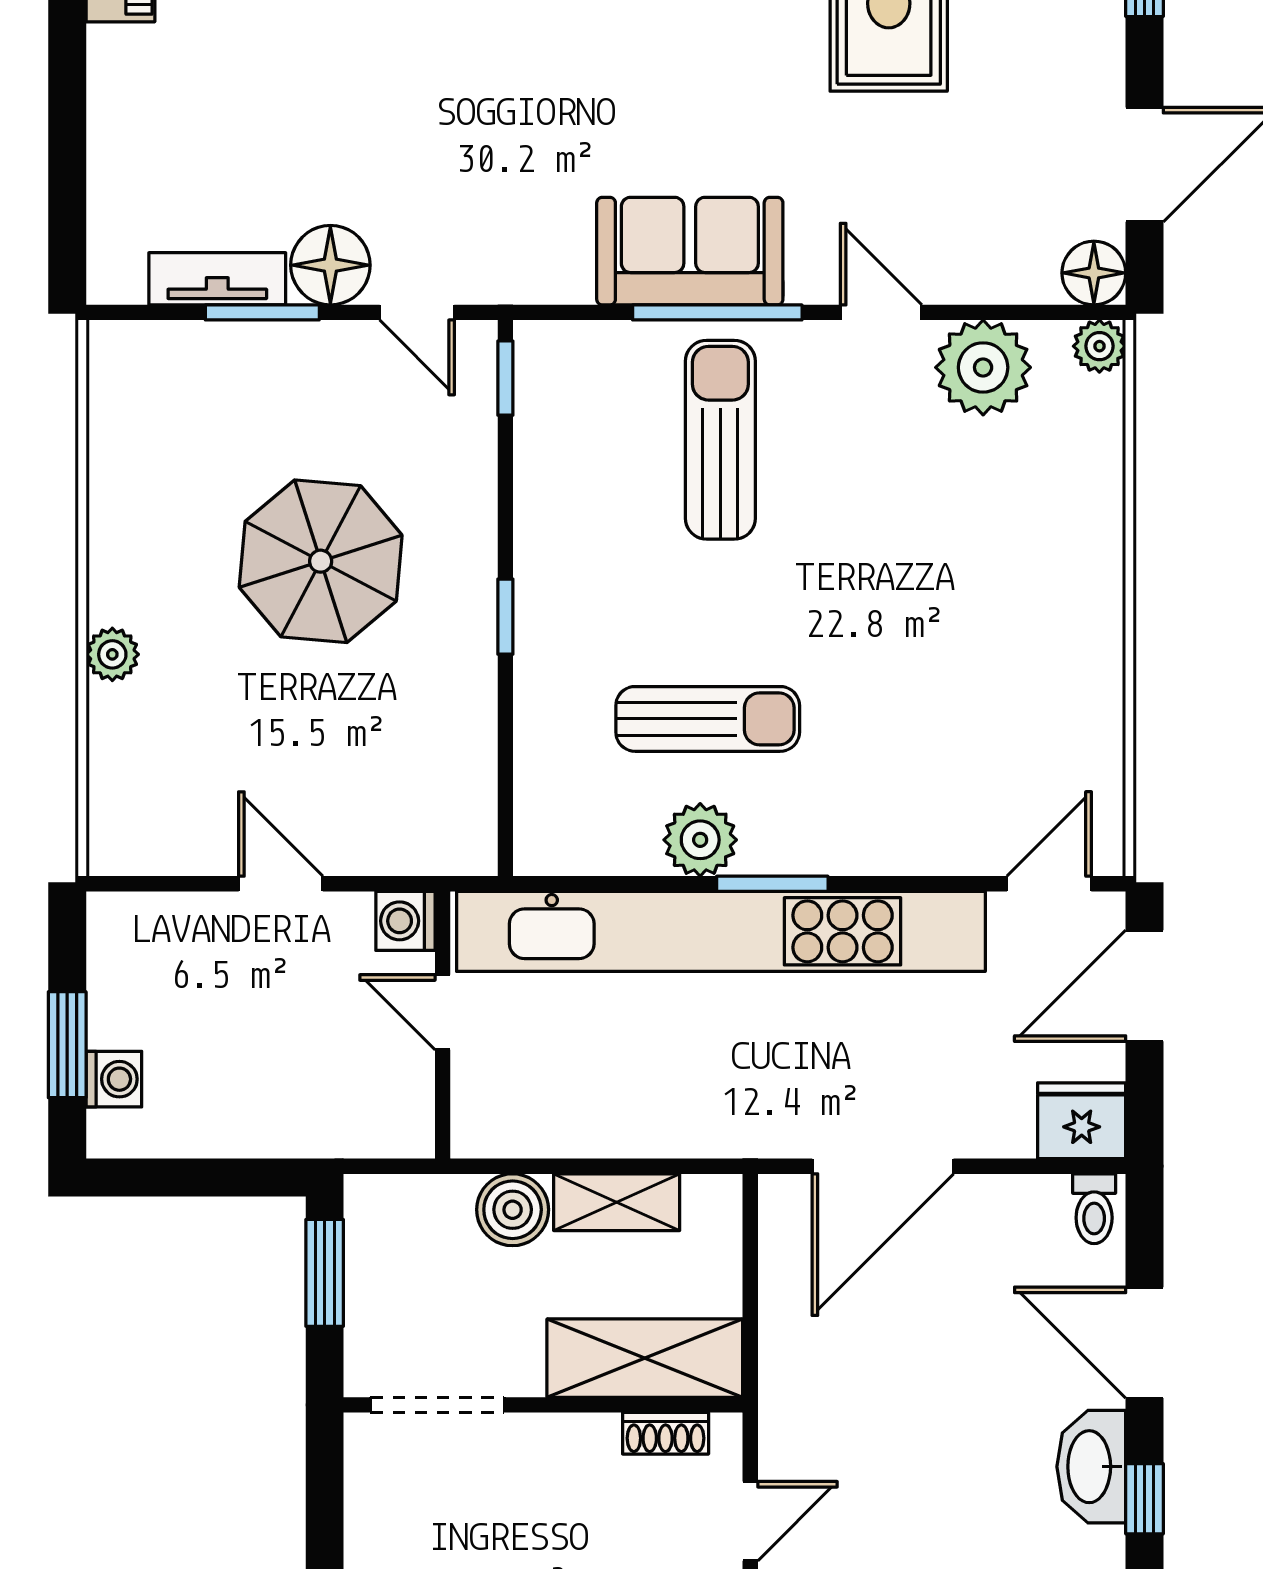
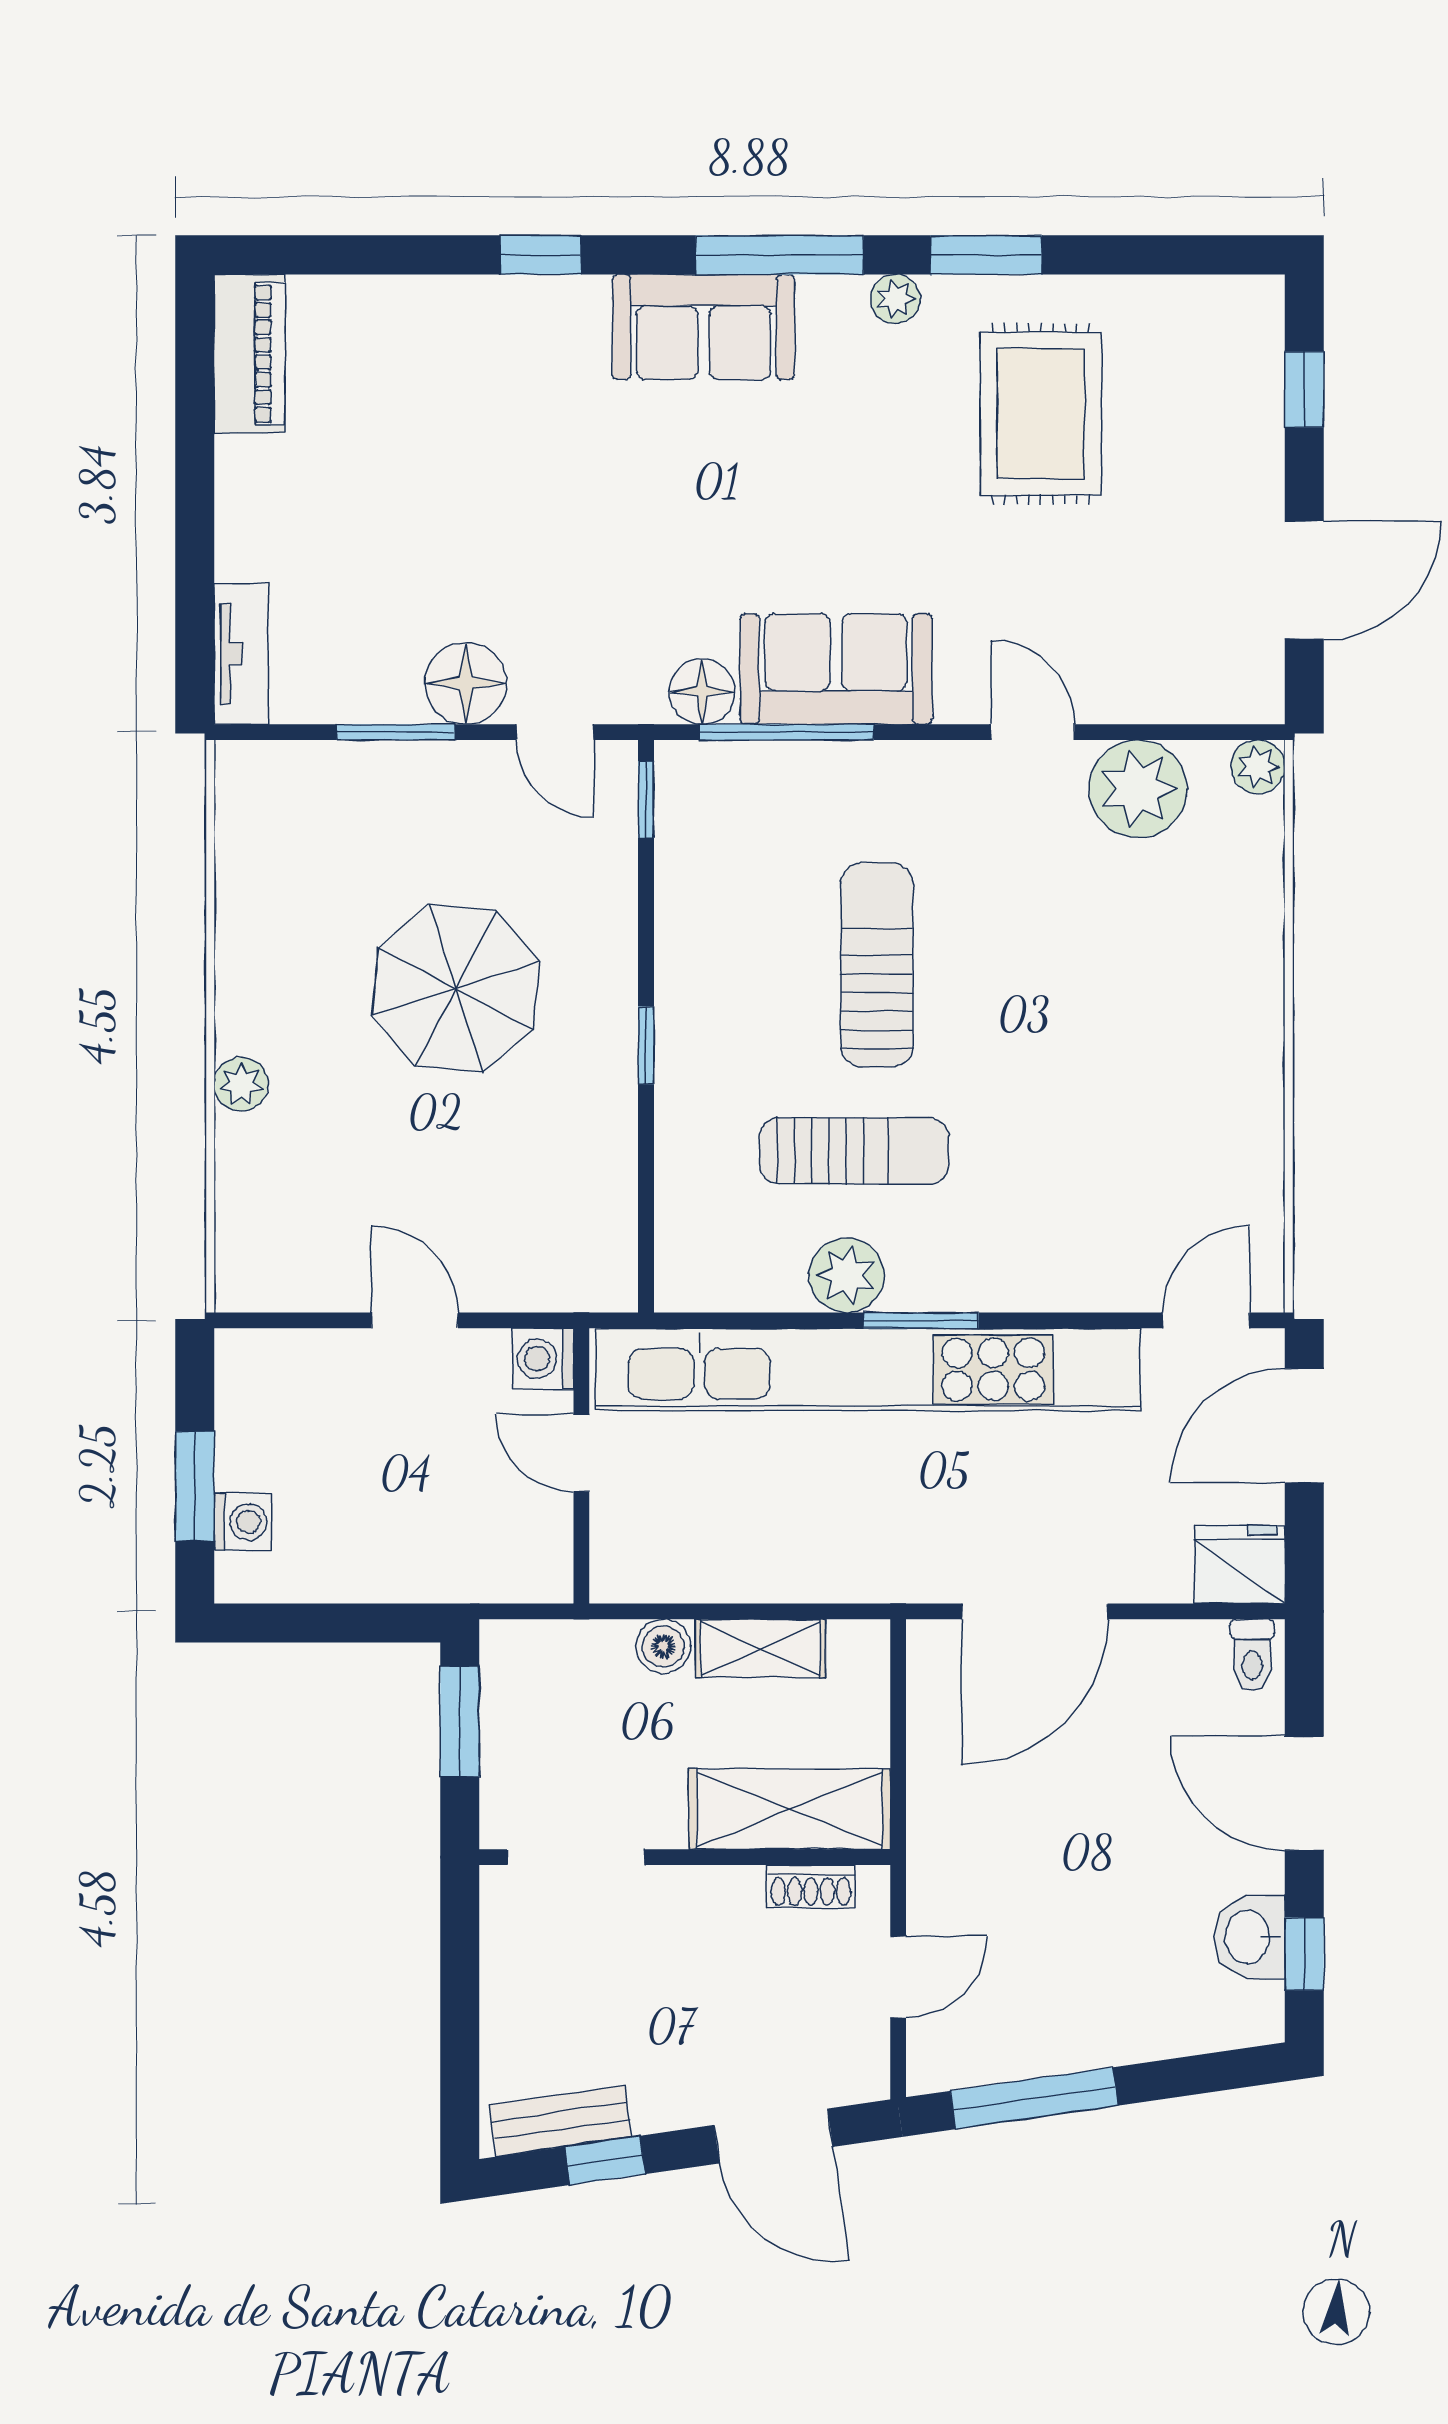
floor lamp: (1094, 273) -> (702, 691), moved
tv unit: (217, 279) -> (241, 654), moved, turned 90
window: (717, 312) -> (786, 732), moved
sun lounger: (720, 440) -> (877, 965), moved
boiler: (513, 1210) -> (663, 1646), width x0.73, depth x0.73
washbasin: (1091, 1467) -> (1249, 1937), width x0.72

